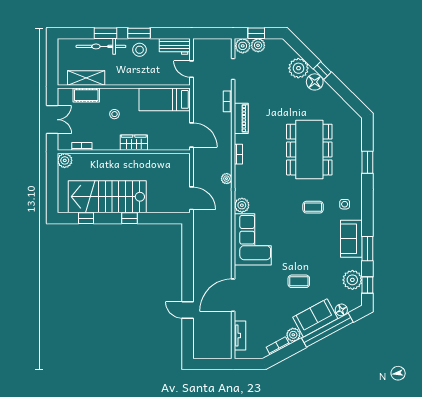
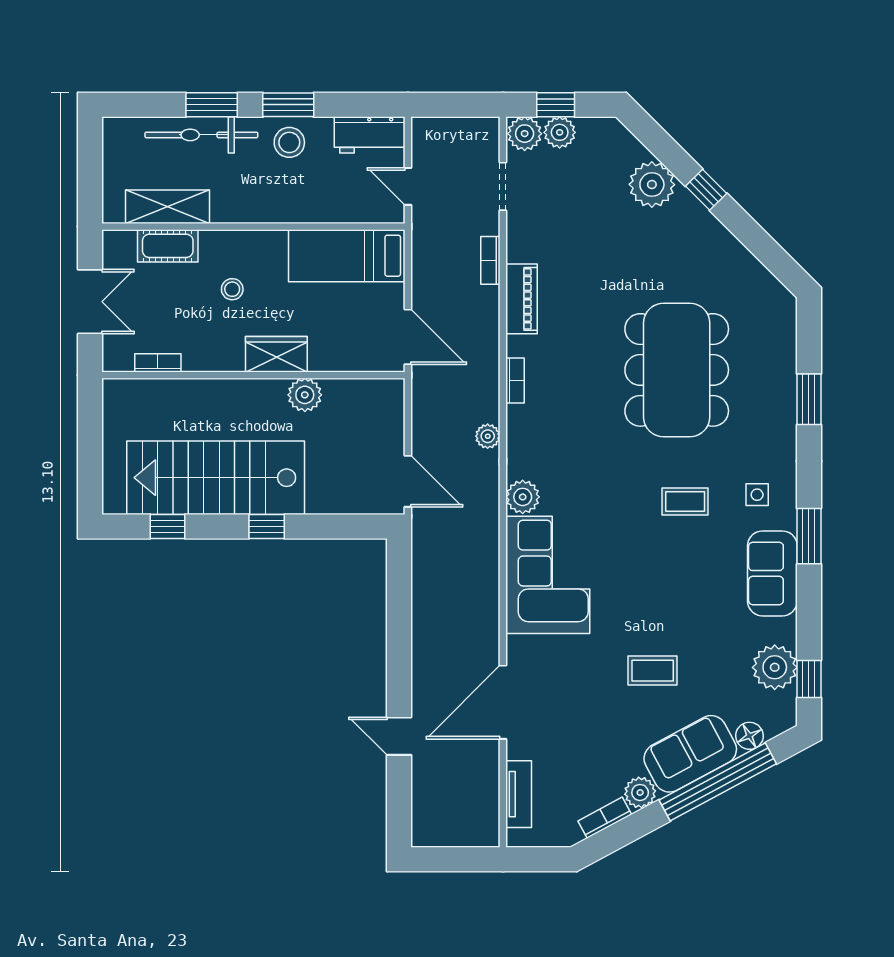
floor lamp: (315, 82) -> (689, 216), removed
plant: (65, 160) -> (305, 395), moved
window: (367, 249) -> (809, 536), moved

